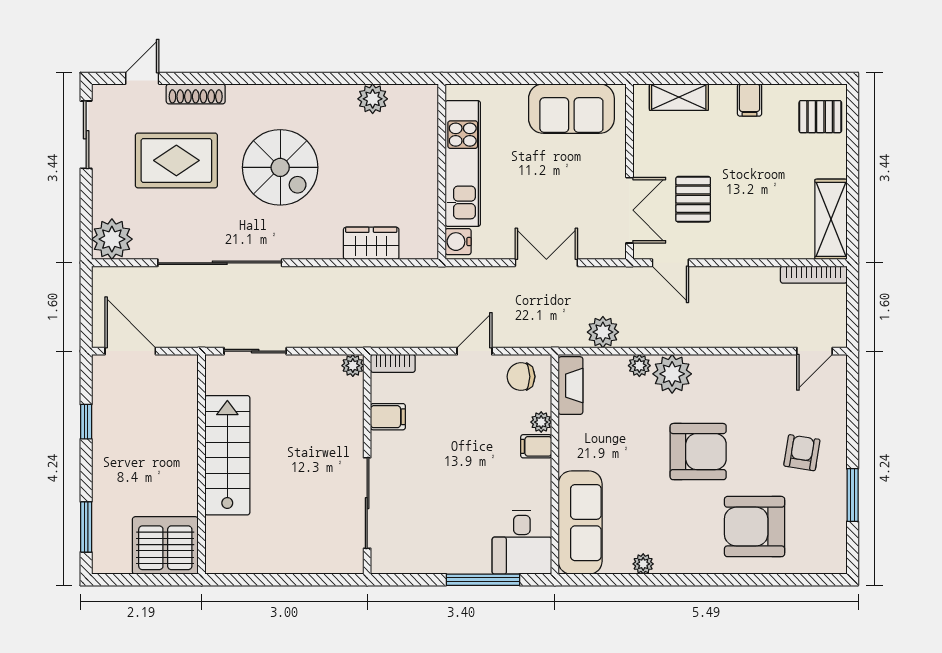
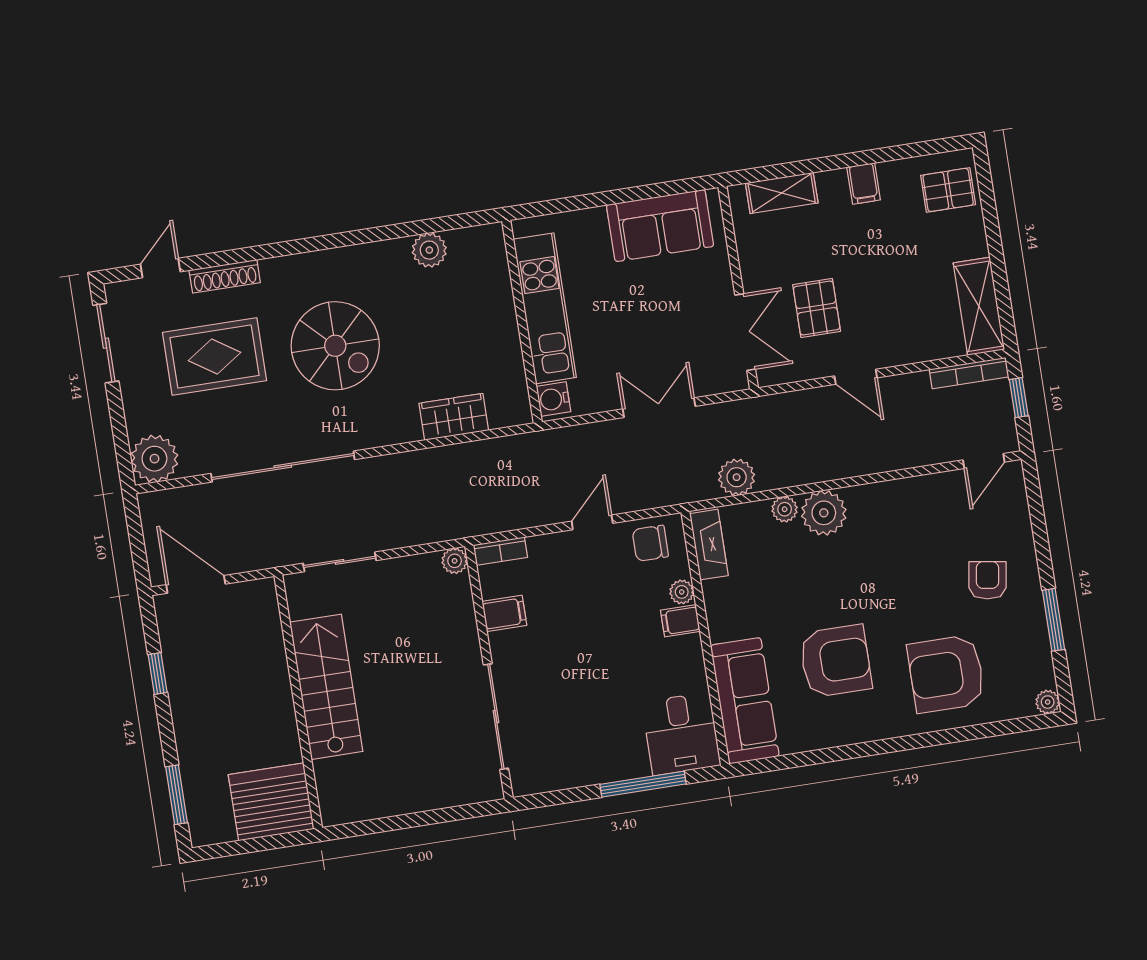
door: (670, 263) -> (856, 377), moved
window: (853, 302) -> (1019, 398), added
armchair: (698, 452) -> (836, 661), moved
plant: (643, 564) -> (1048, 702), moved

